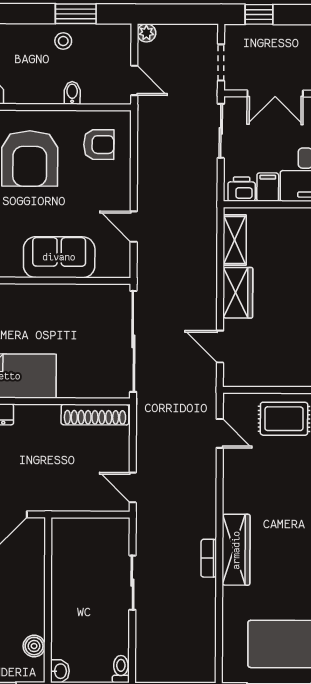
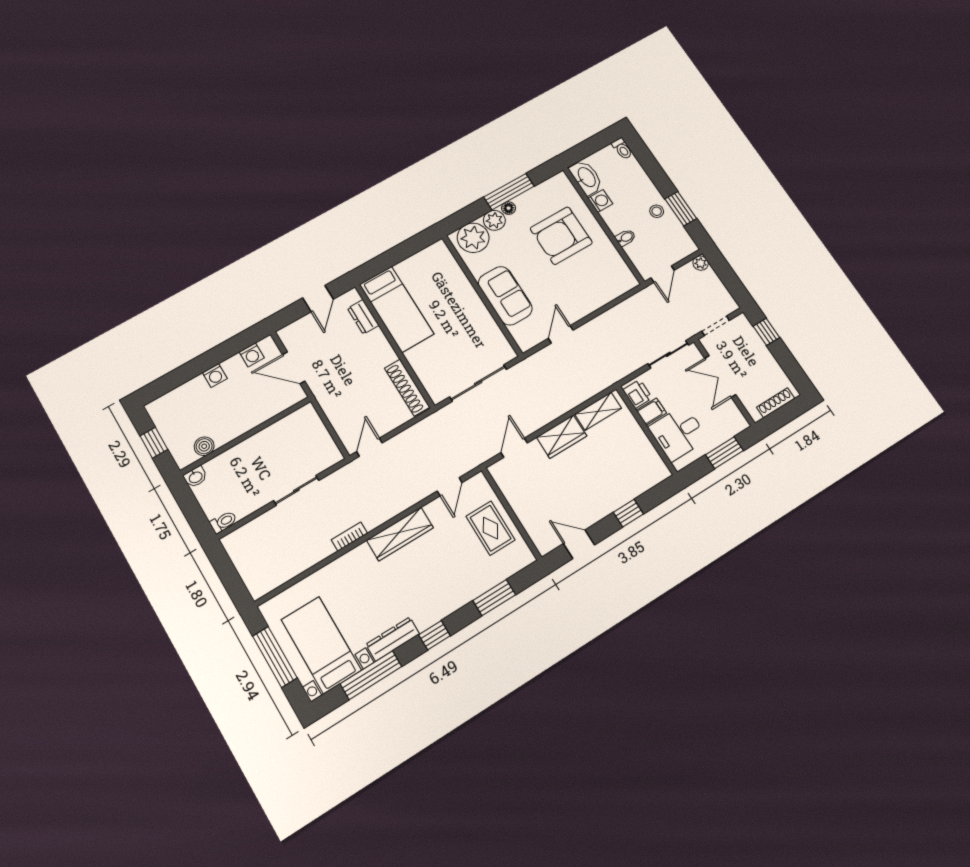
washing machine: (17, 93) -> (600, 201), added
armchair: (99, 145) -> (602, 276), removed
sliding door: (133, 341) -> (478, 383), width x0.73
wardrobe: (236, 550) -> (400, 534), moved

